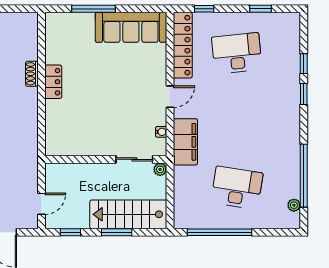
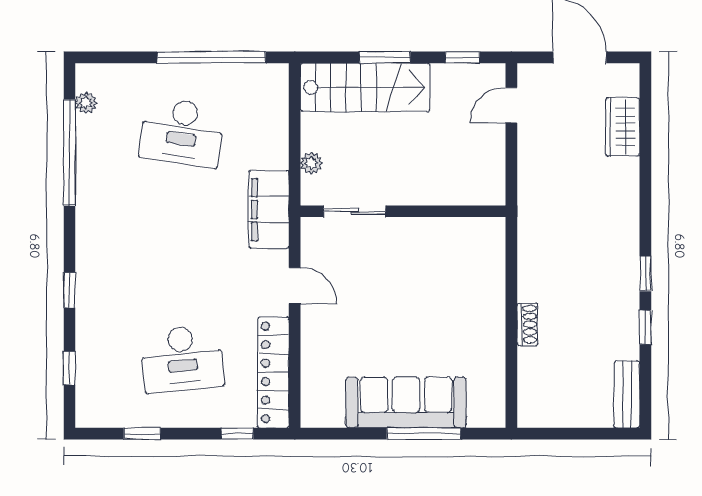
sofa: (131, 27) -> (406, 402), moved
window: (304, 64) -> (69, 368), moved
locker: (53, 82) -> (491, 311), removed
door: (170, 97) -> (295, 286), swing flipped
water cooler: (161, 132) -> (310, 226), removed
wall: (106, 159) -> (403, 211), moved
sliding door: (134, 159) -> (355, 211), moved

